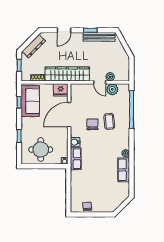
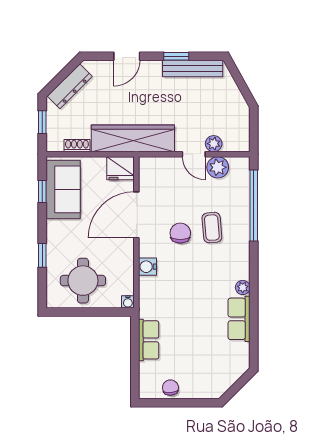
row of seats: (76, 159) -> (149, 340), moved

